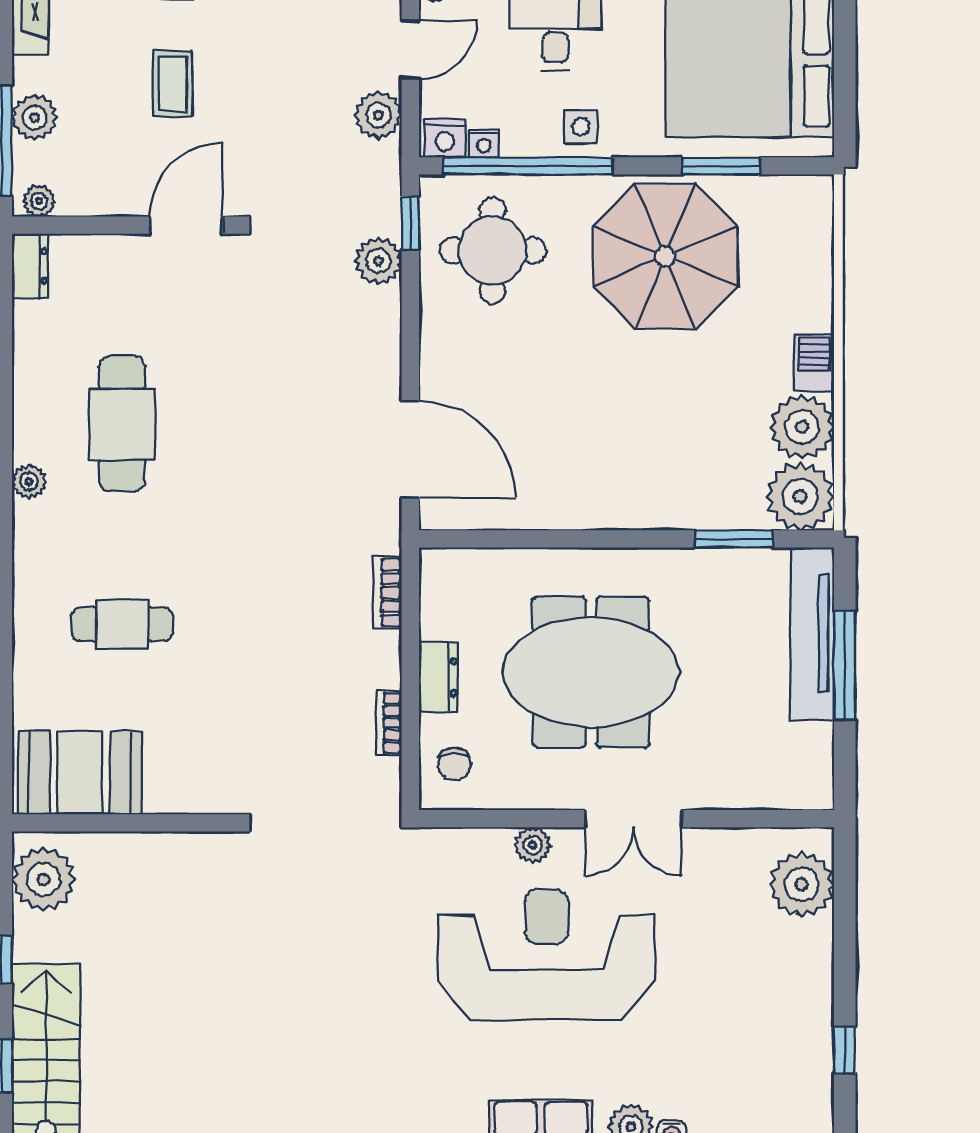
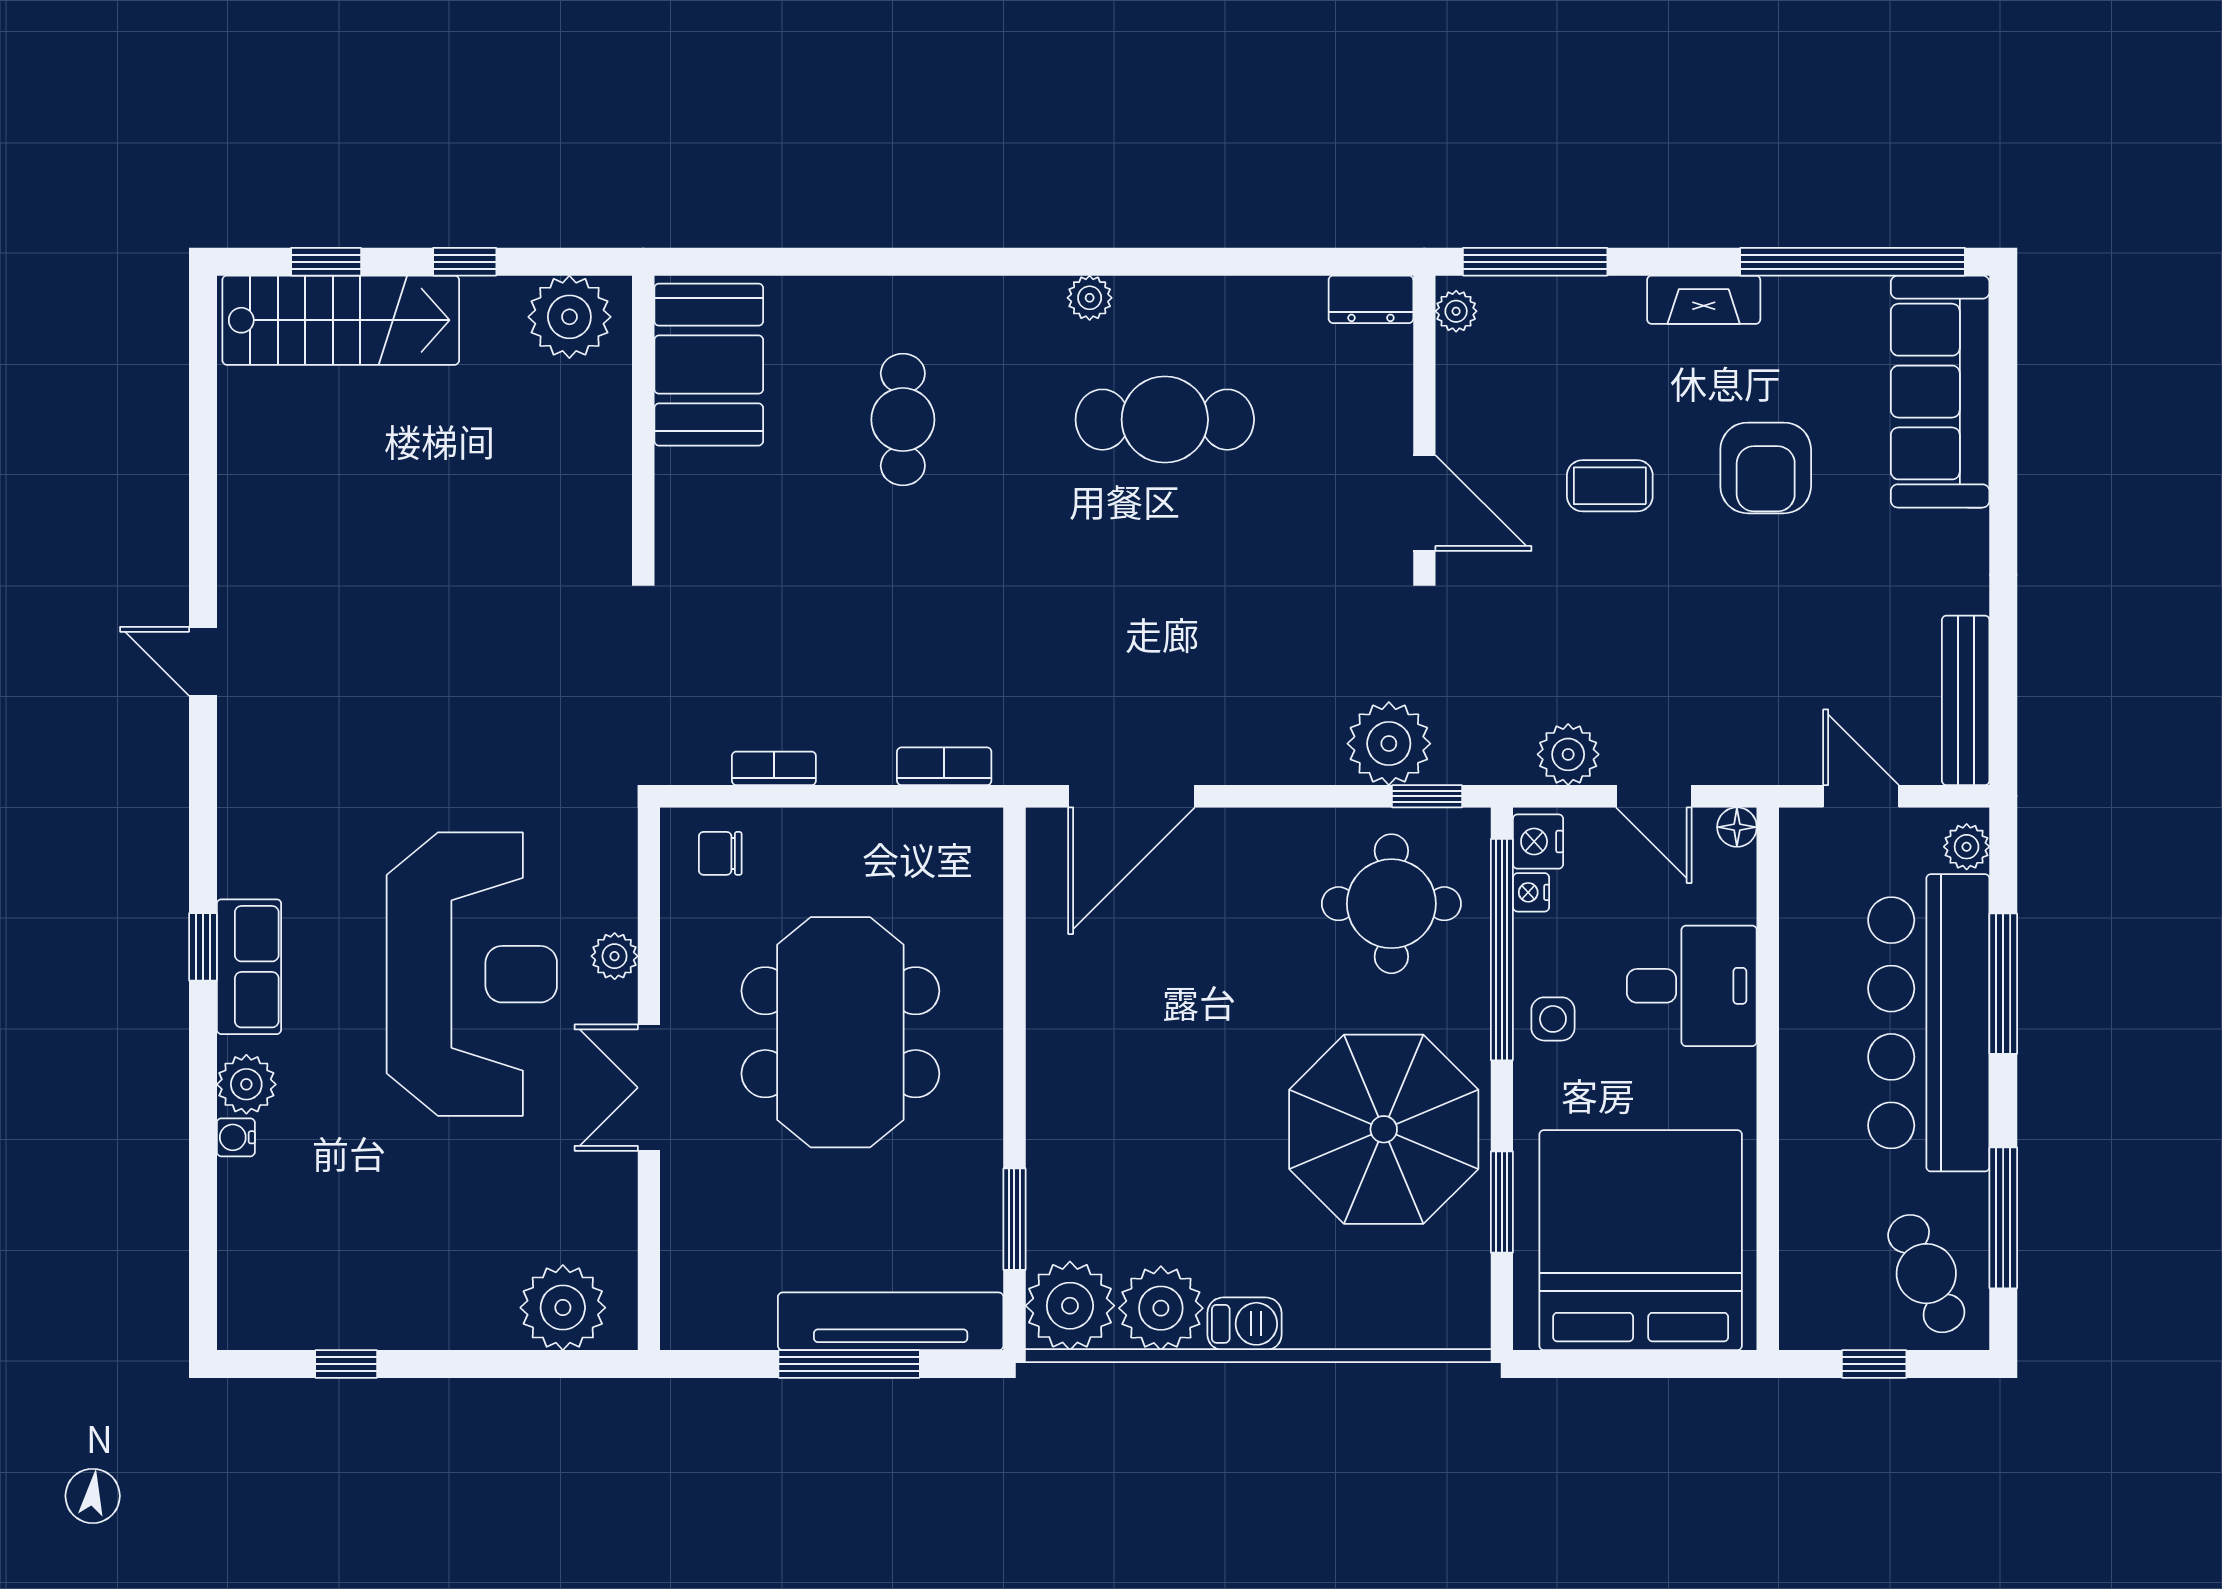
plant: (35, 118) -> (1565, 305), removed
plant: (379, 261) -> (1389, 744), width x1.36, depth x1.36
dresser: (438, 677) -> (834, 833), removed

